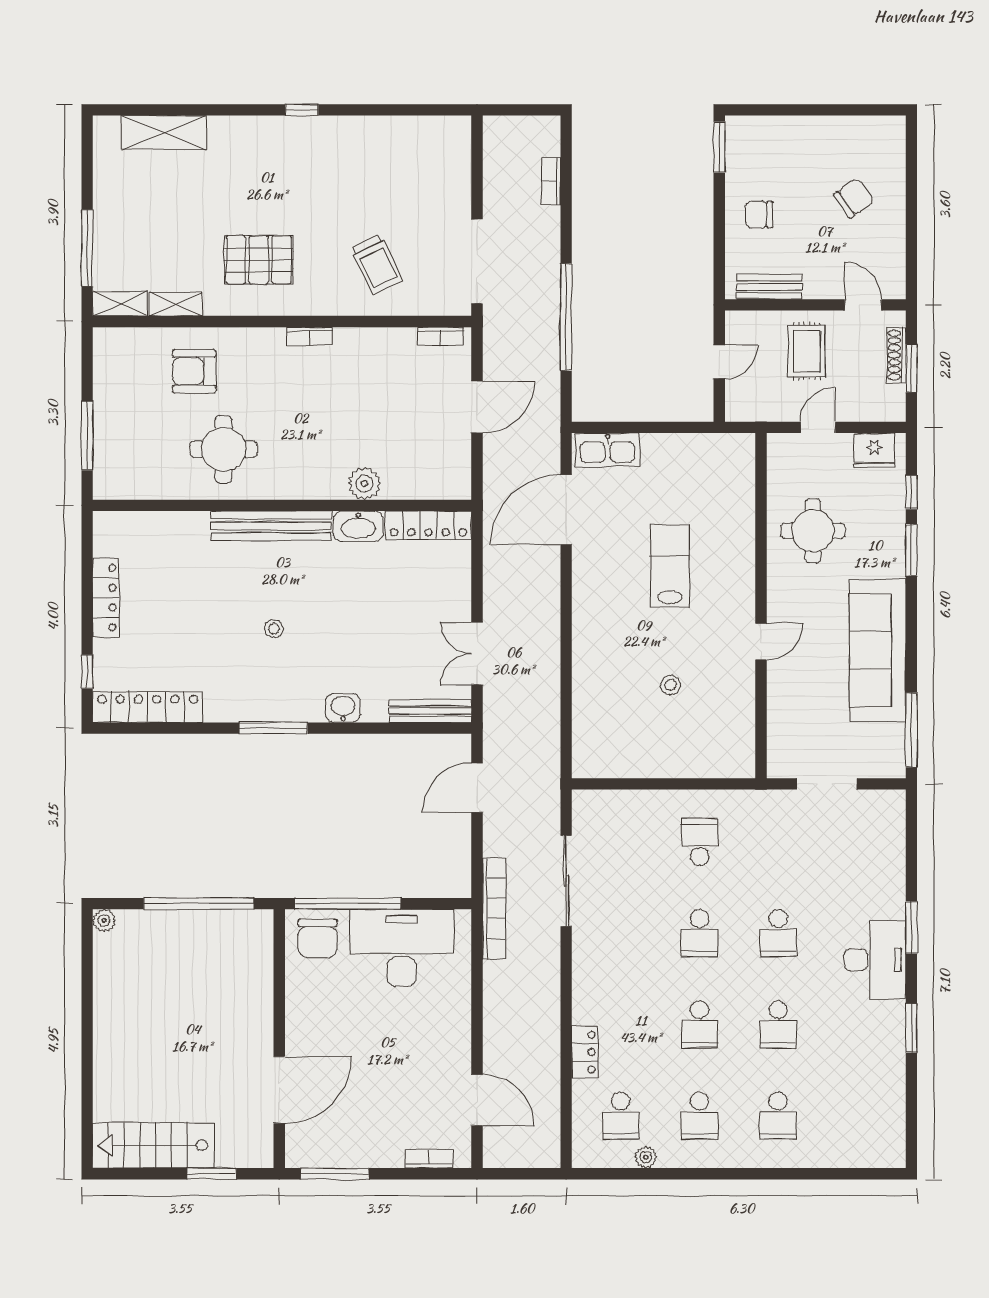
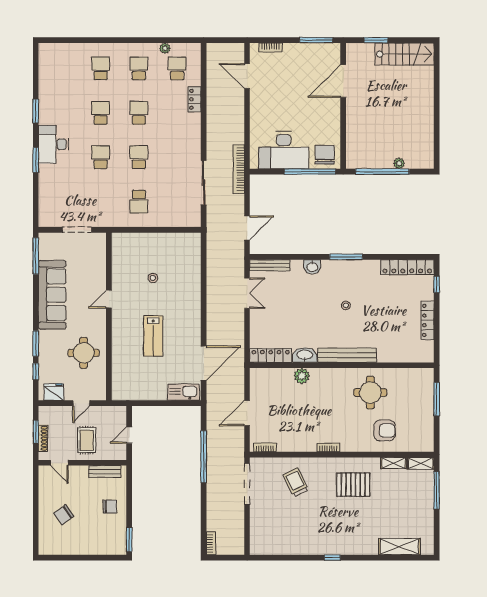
bookcase: (551, 181) -> (211, 543), moved
plant: (104, 920) -> (399, 163), moved

